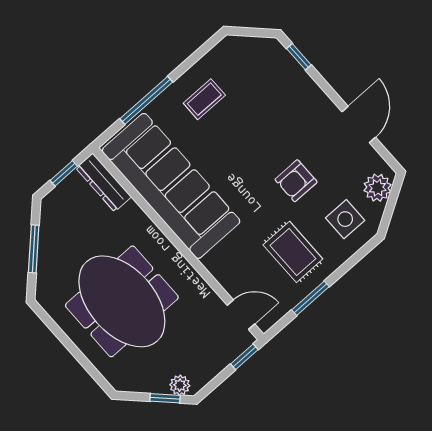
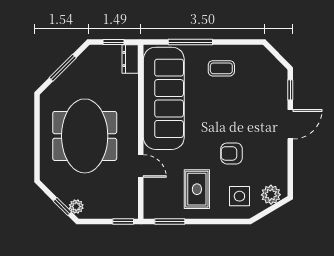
door: (359, 124) -> (290, 124), moved
dresser: (104, 182) -> (130, 59), width x0.70
window: (310, 298) -> (170, 222), moved
door: (241, 315) -> (141, 166), moved

